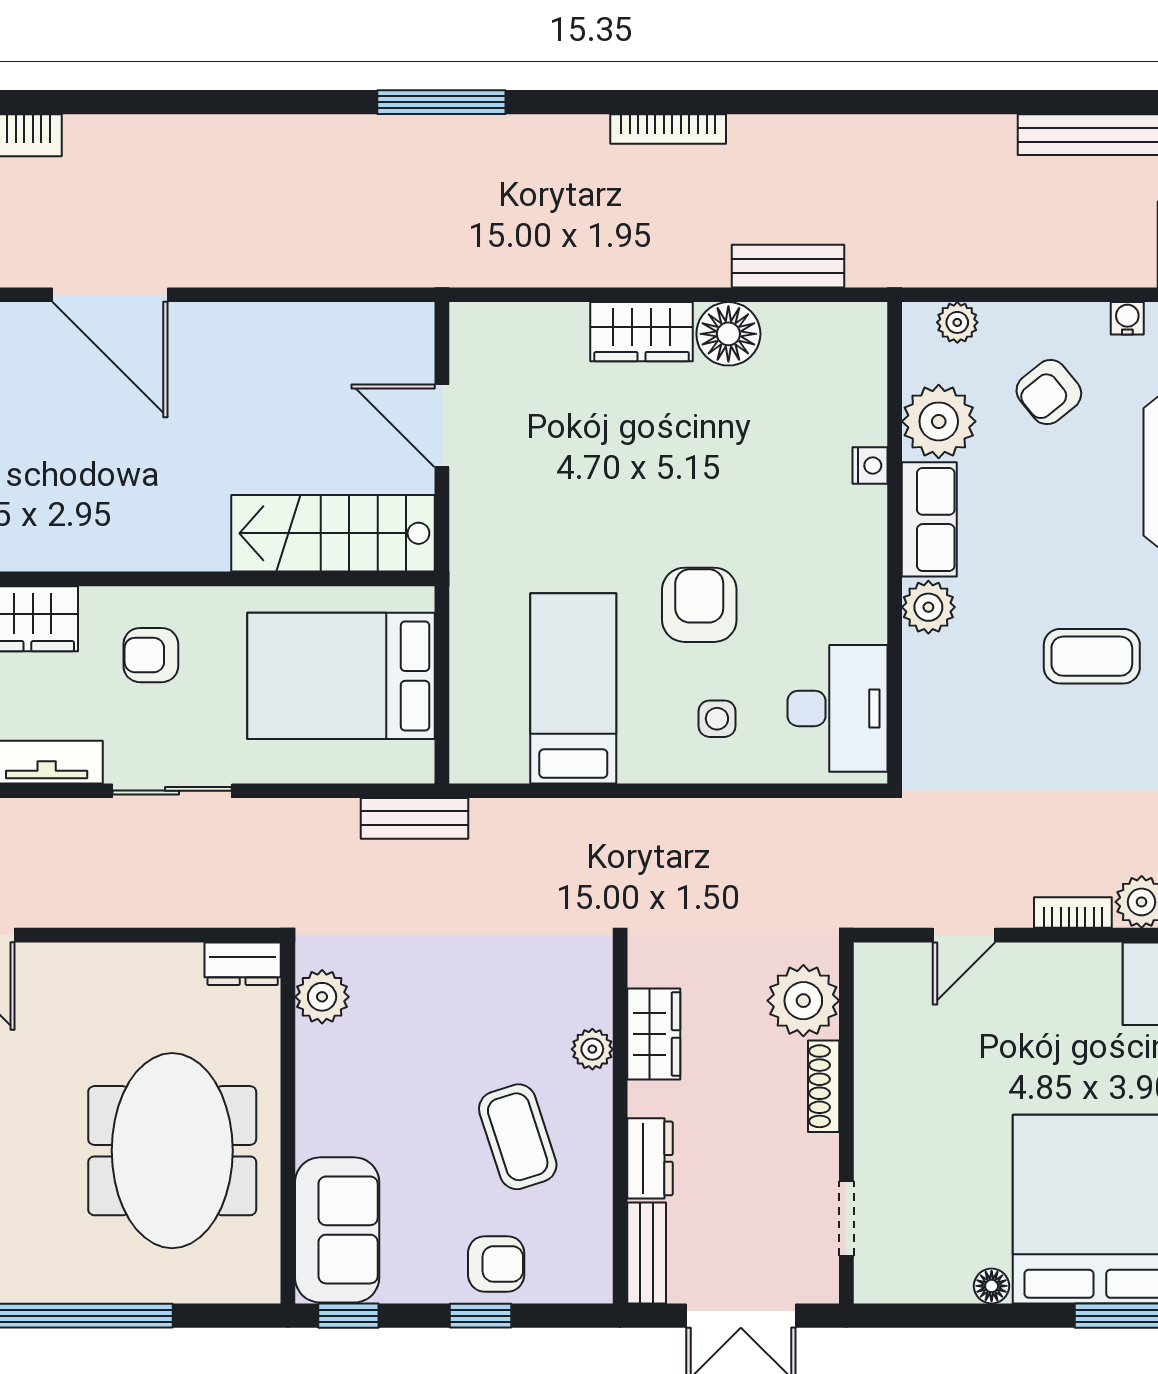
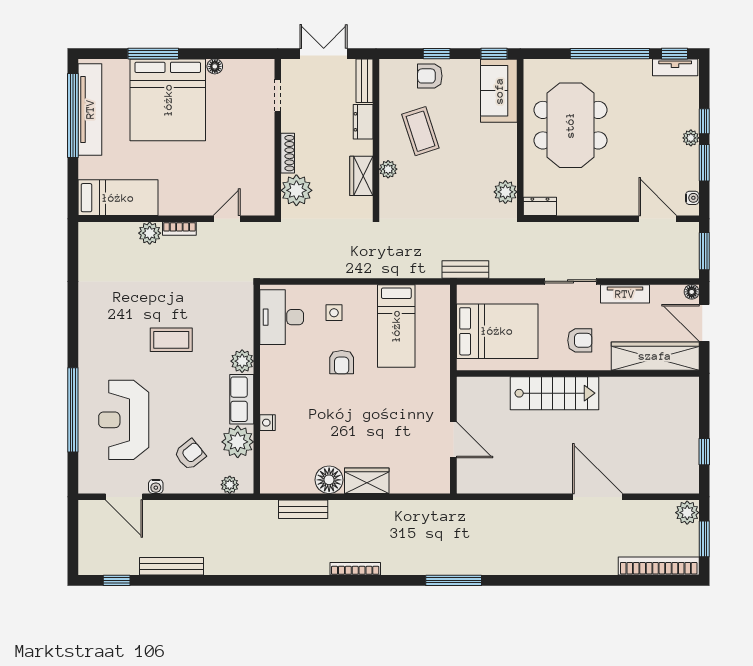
stairs: (333, 533) -> (554, 393), moved
armchair: (699, 605) -> (342, 362), width x0.72, depth x0.72

